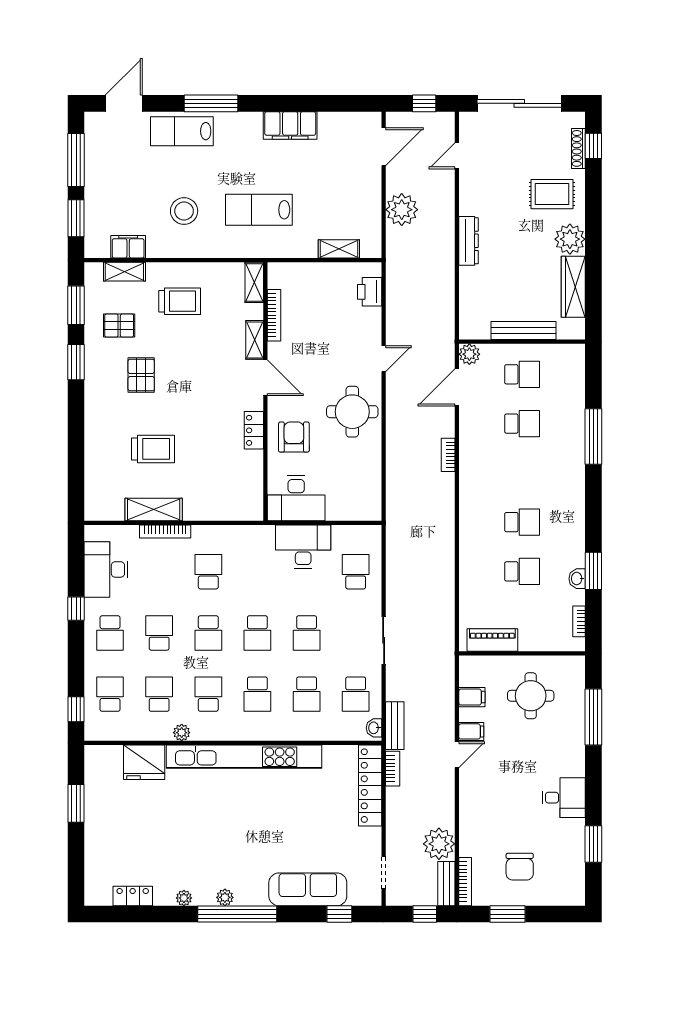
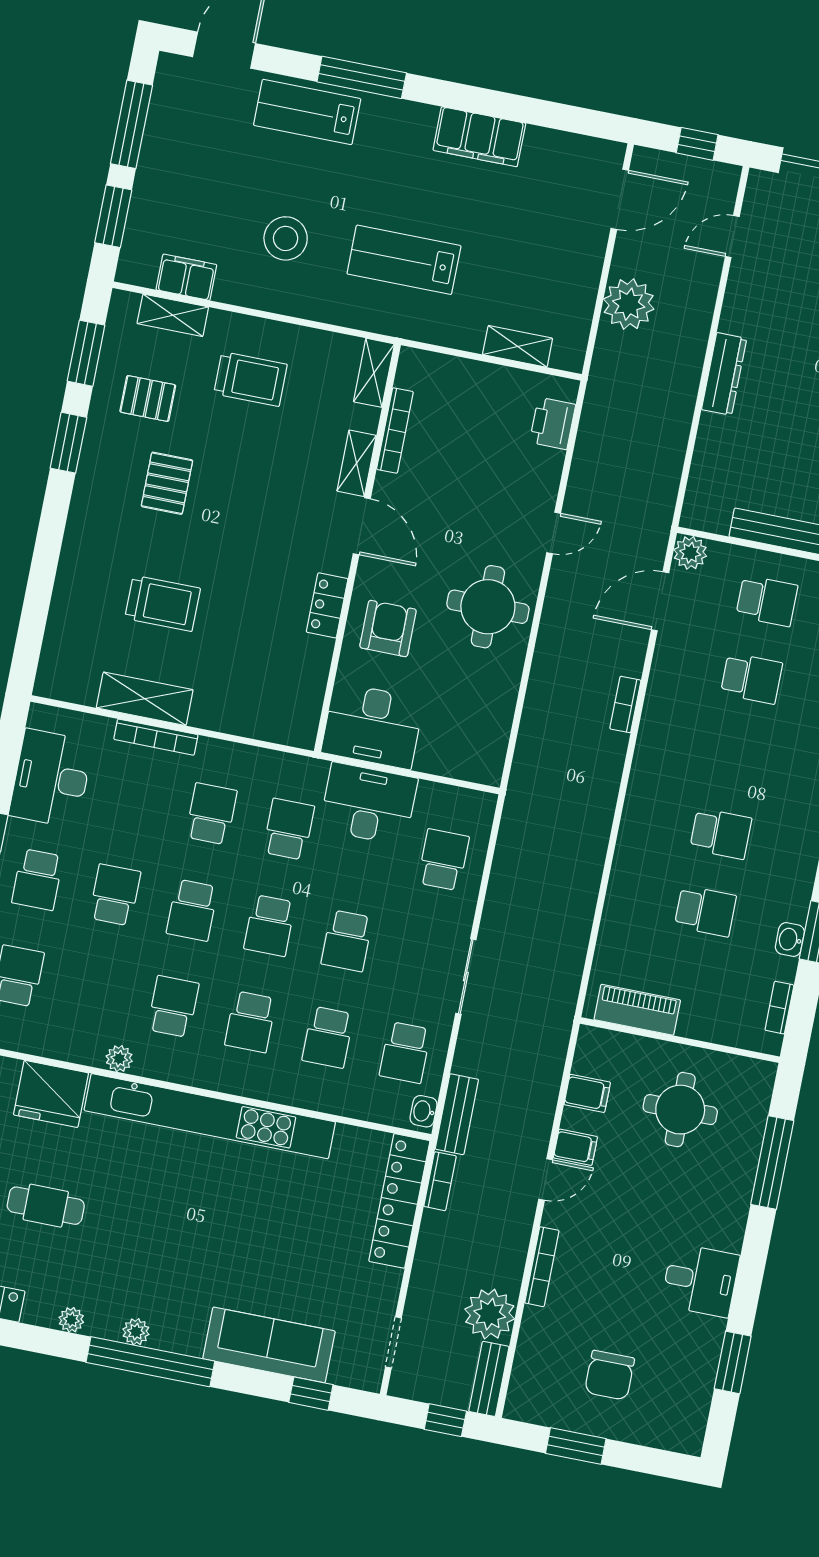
school desk: (159, 694) -> (289, 829), moved
cafe table: (154, 831) -> (46, 1206), added
bookcase: (465, 882) -> (542, 1267), moved

